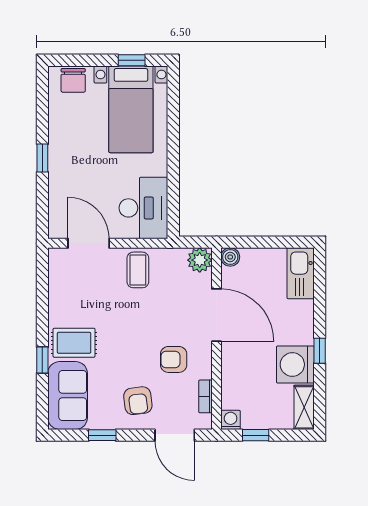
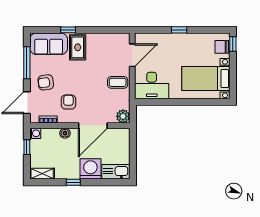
window: (132, 60) -> (233, 44), moved
boiler: (230, 257) -> (65, 133), moved
washing machine: (295, 364) -> (90, 169), moved
window: (102, 435) -> (27, 63), width x2.17

